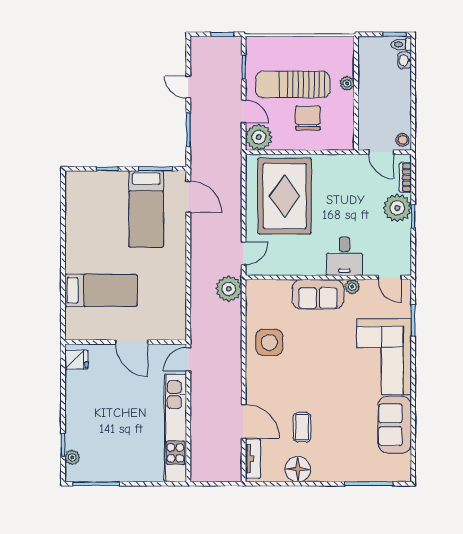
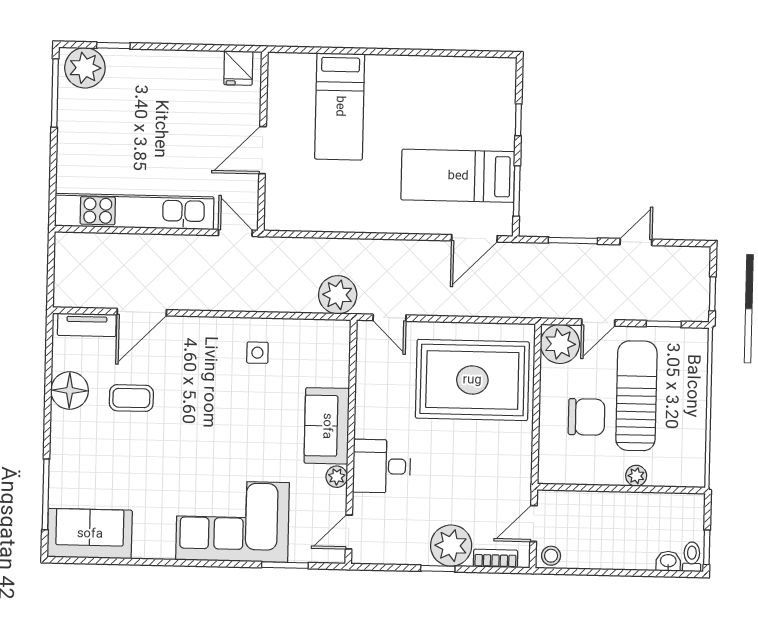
side table: (269, 342) -> (257, 353), width x0.54, depth x0.54
sofa: (395, 425) -> (90, 534), moved
plant: (72, 457) -> (85, 68), width x1.87, depth x1.87

